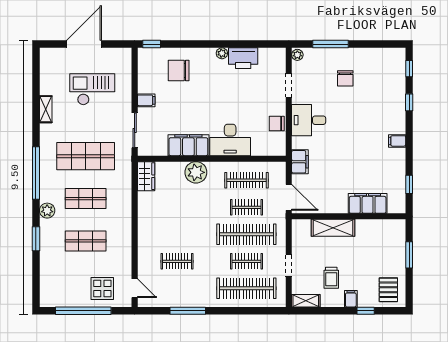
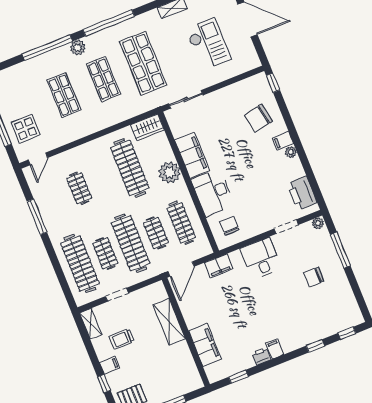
printer: (243, 58) -> (302, 193), moved
chair: (179, 71) -> (258, 118), turned -101
filing cabinet: (146, 100) -> (283, 141), moved, turned 90
chair: (277, 123) -> (230, 226), moved
printer: (399, 156) -> (261, 356), added
clothes rail: (177, 207) -> (130, 168), added
window: (36, 239) -> (47, 48), width x2.11

